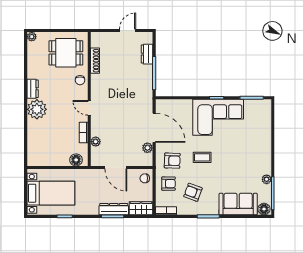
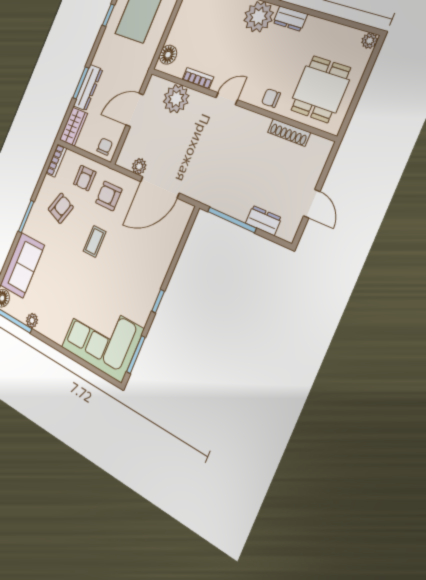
corner sofa: (218, 117) -> (102, 338), moved, turned 90
plant: (96, 142) -> (176, 99), width x1.87, depth x1.87
armchair: (172, 161) -> (109, 196), turned 88

